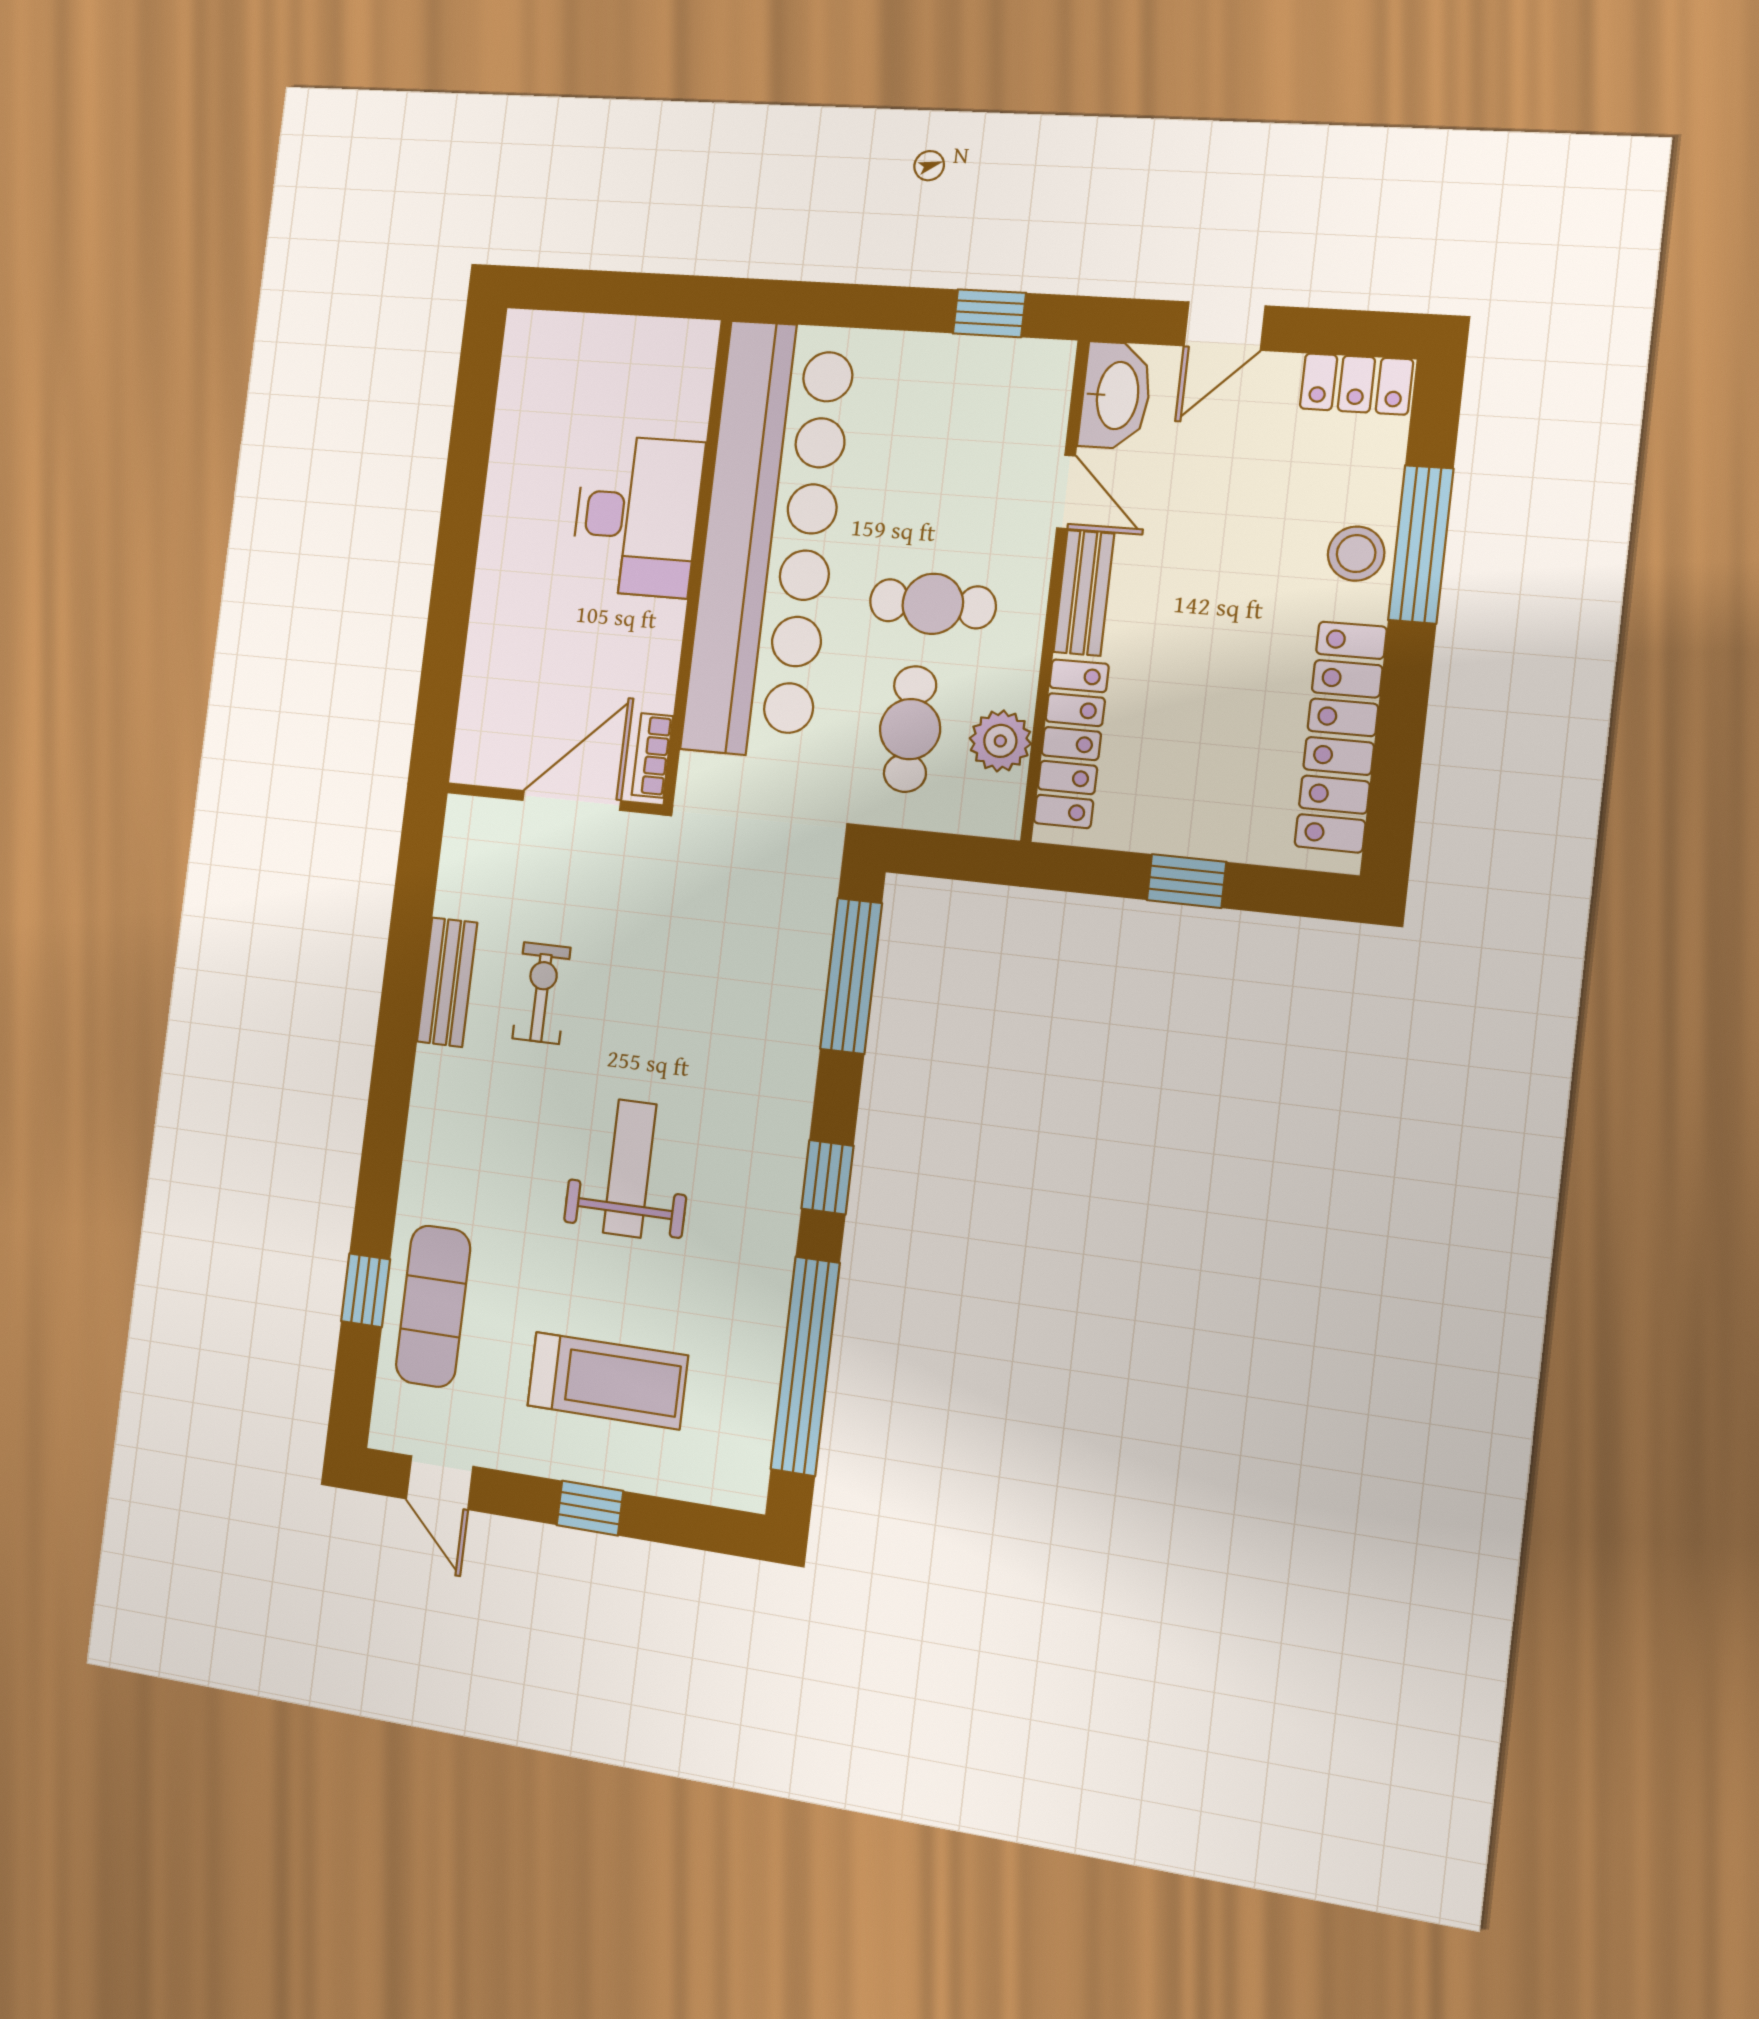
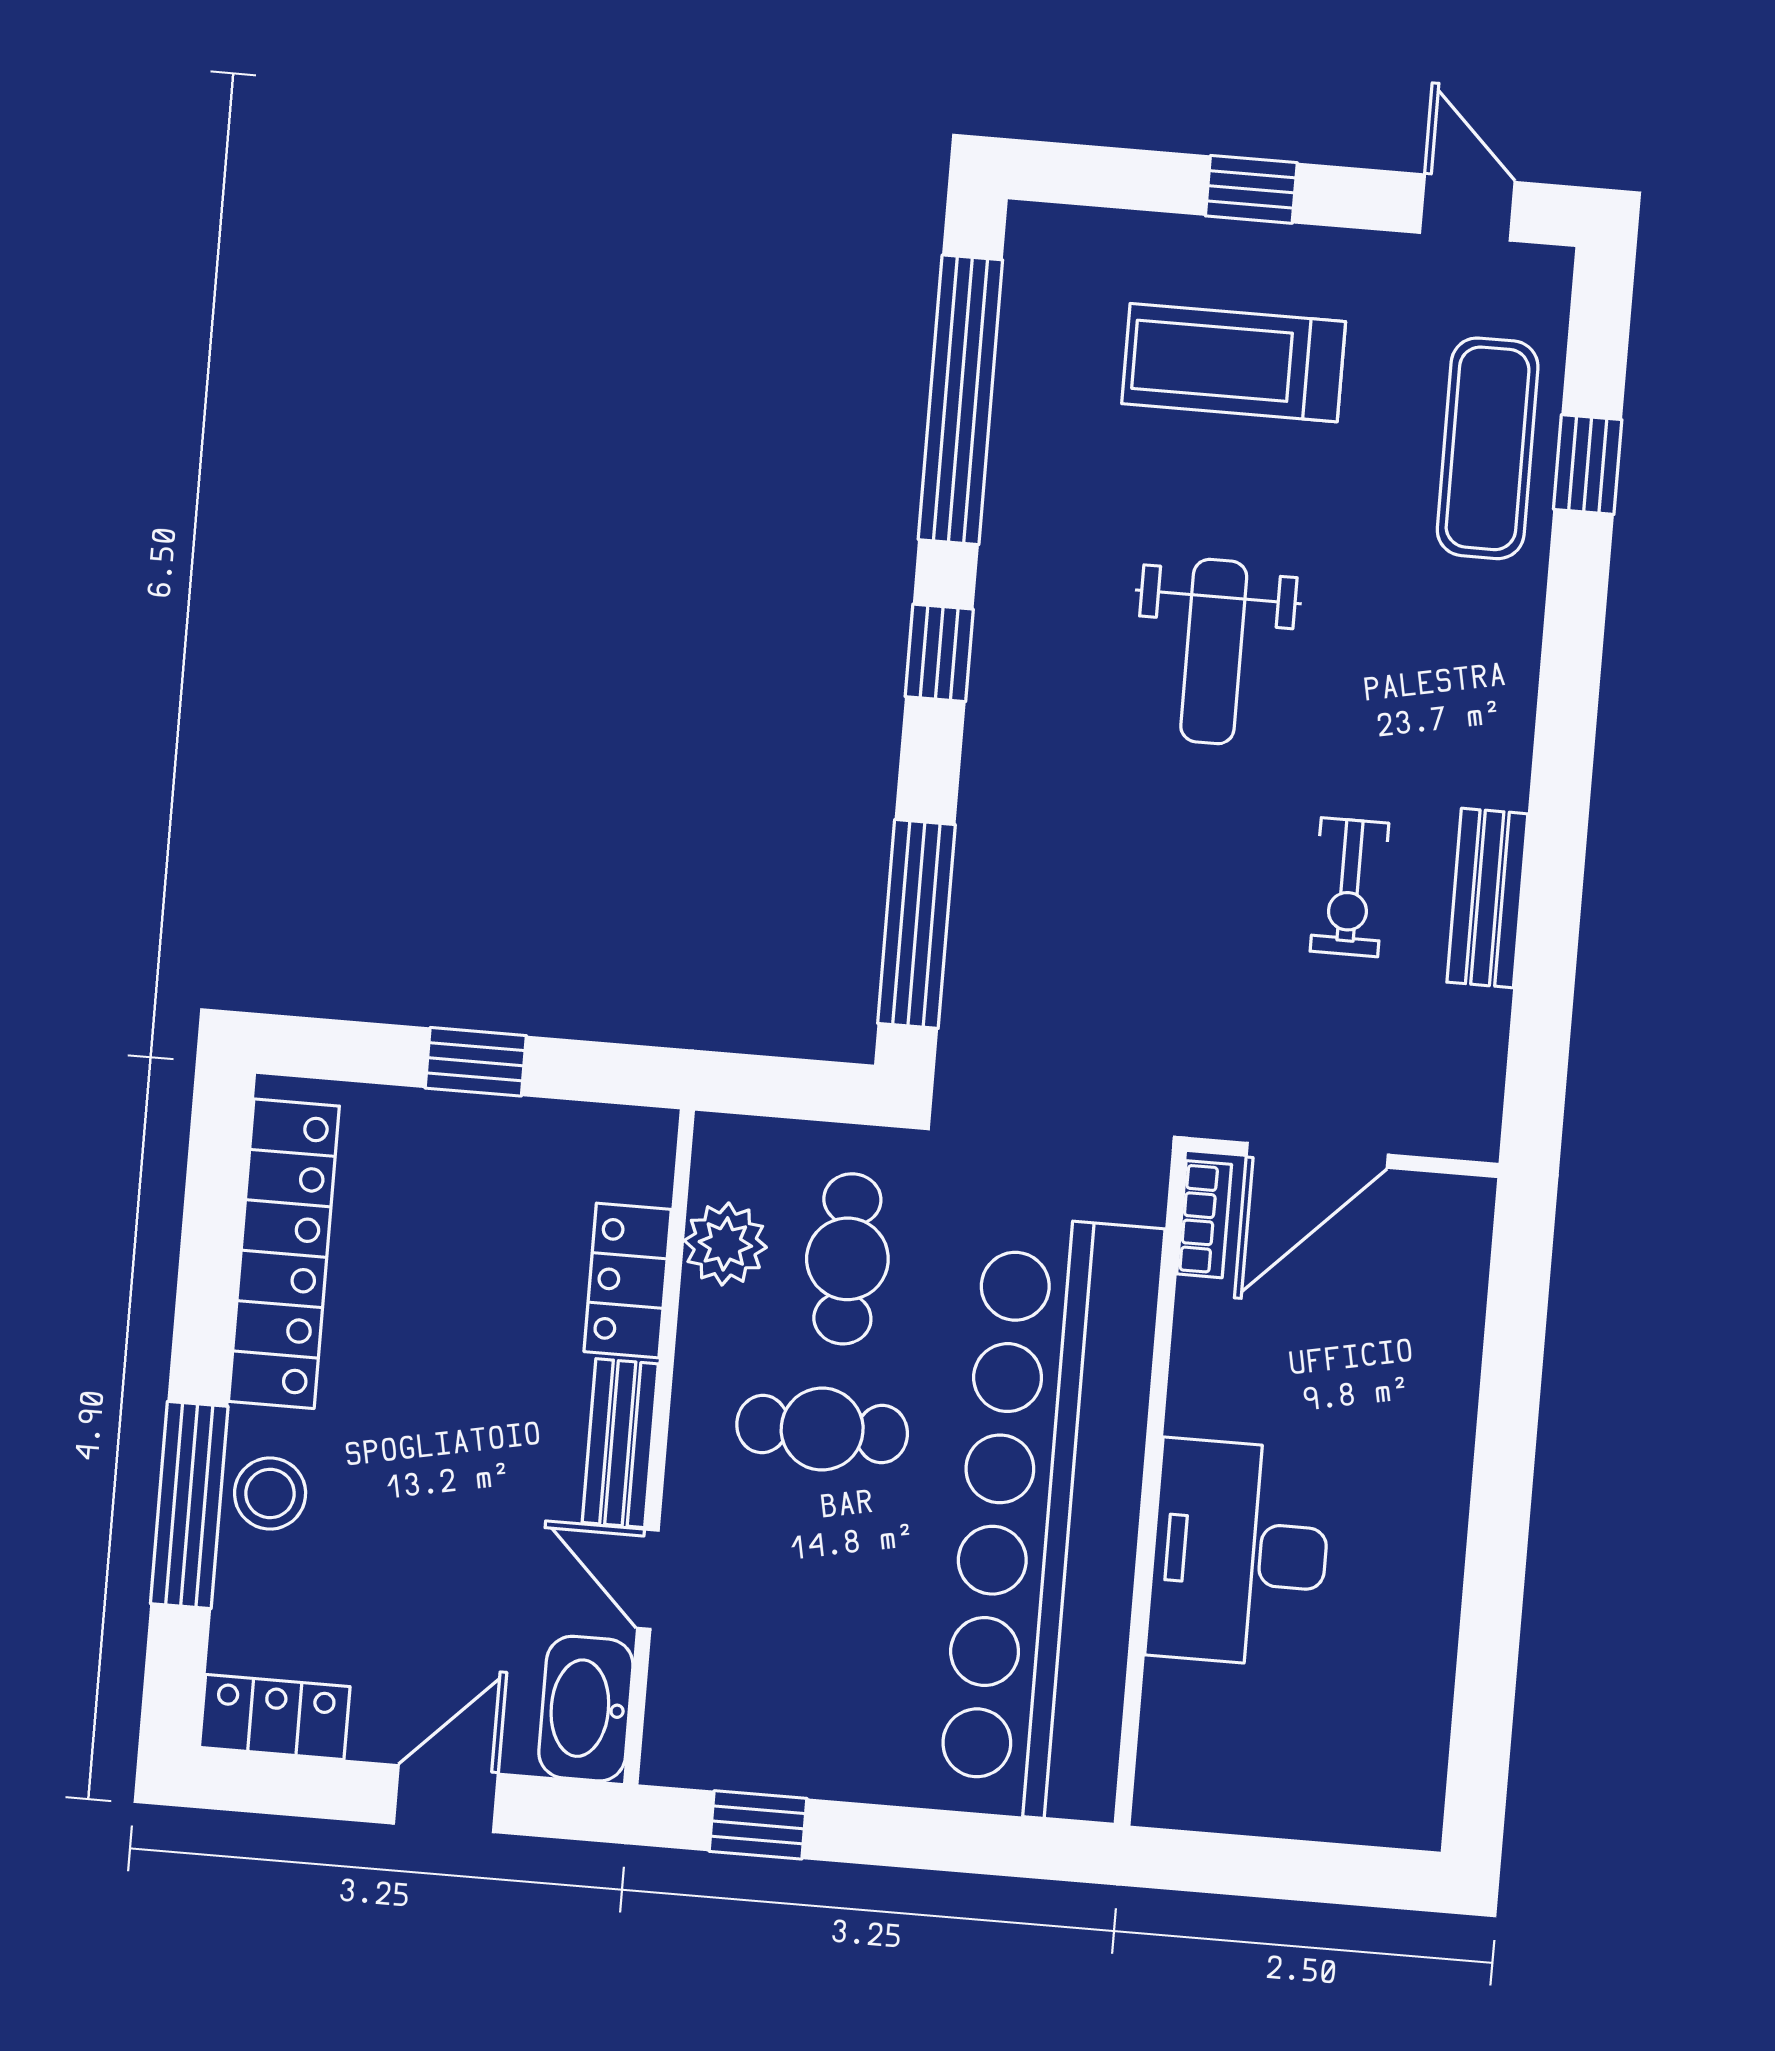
locker: (1071, 744) -> (628, 1280), width x0.66

